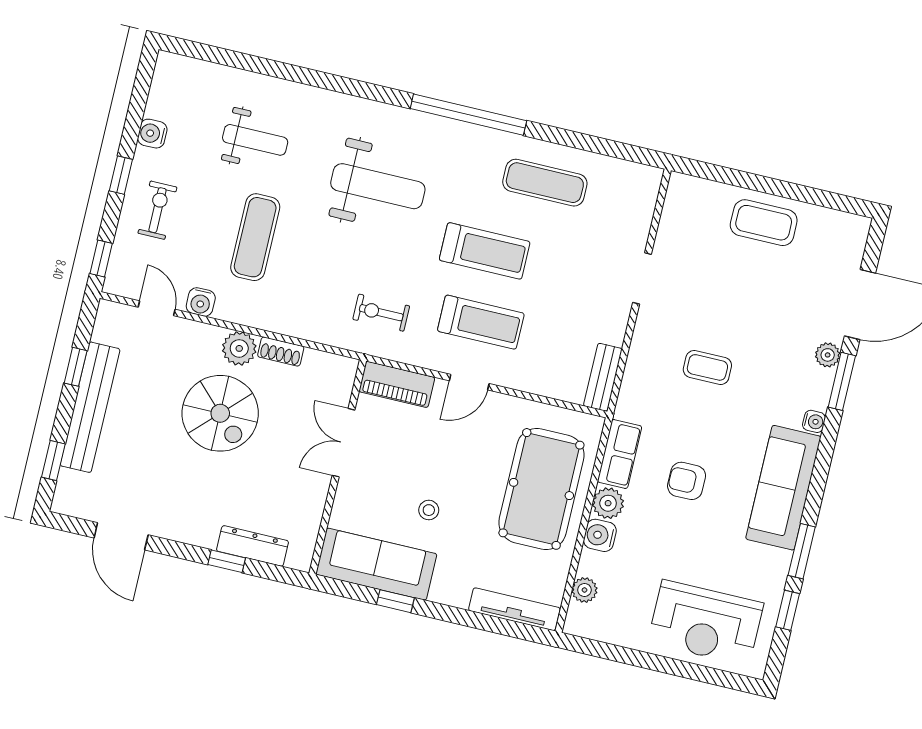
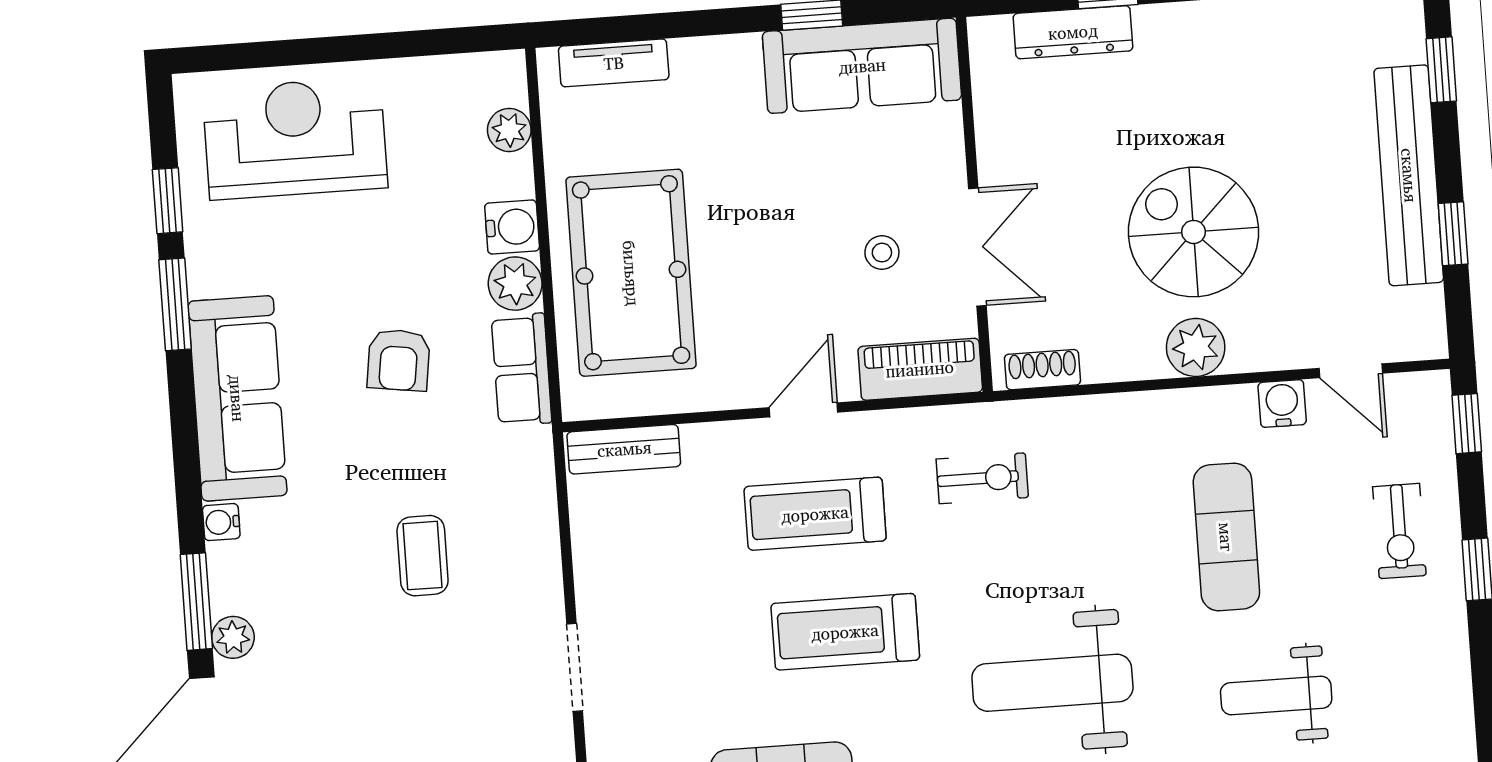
water cooler: (152, 134) -> (1447, 653), removed
shoe rack: (281, 351) -> (1042, 370), moved
coffee table: (707, 367) -> (423, 556), turned 90
bench: (603, 377) -> (624, 449), moved, turned 90
armchair: (687, 481) -> (399, 360), turned 98
stool: (429, 510) -> (882, 253), moved
tv unit: (514, 609) -> (614, 63), width x0.71

